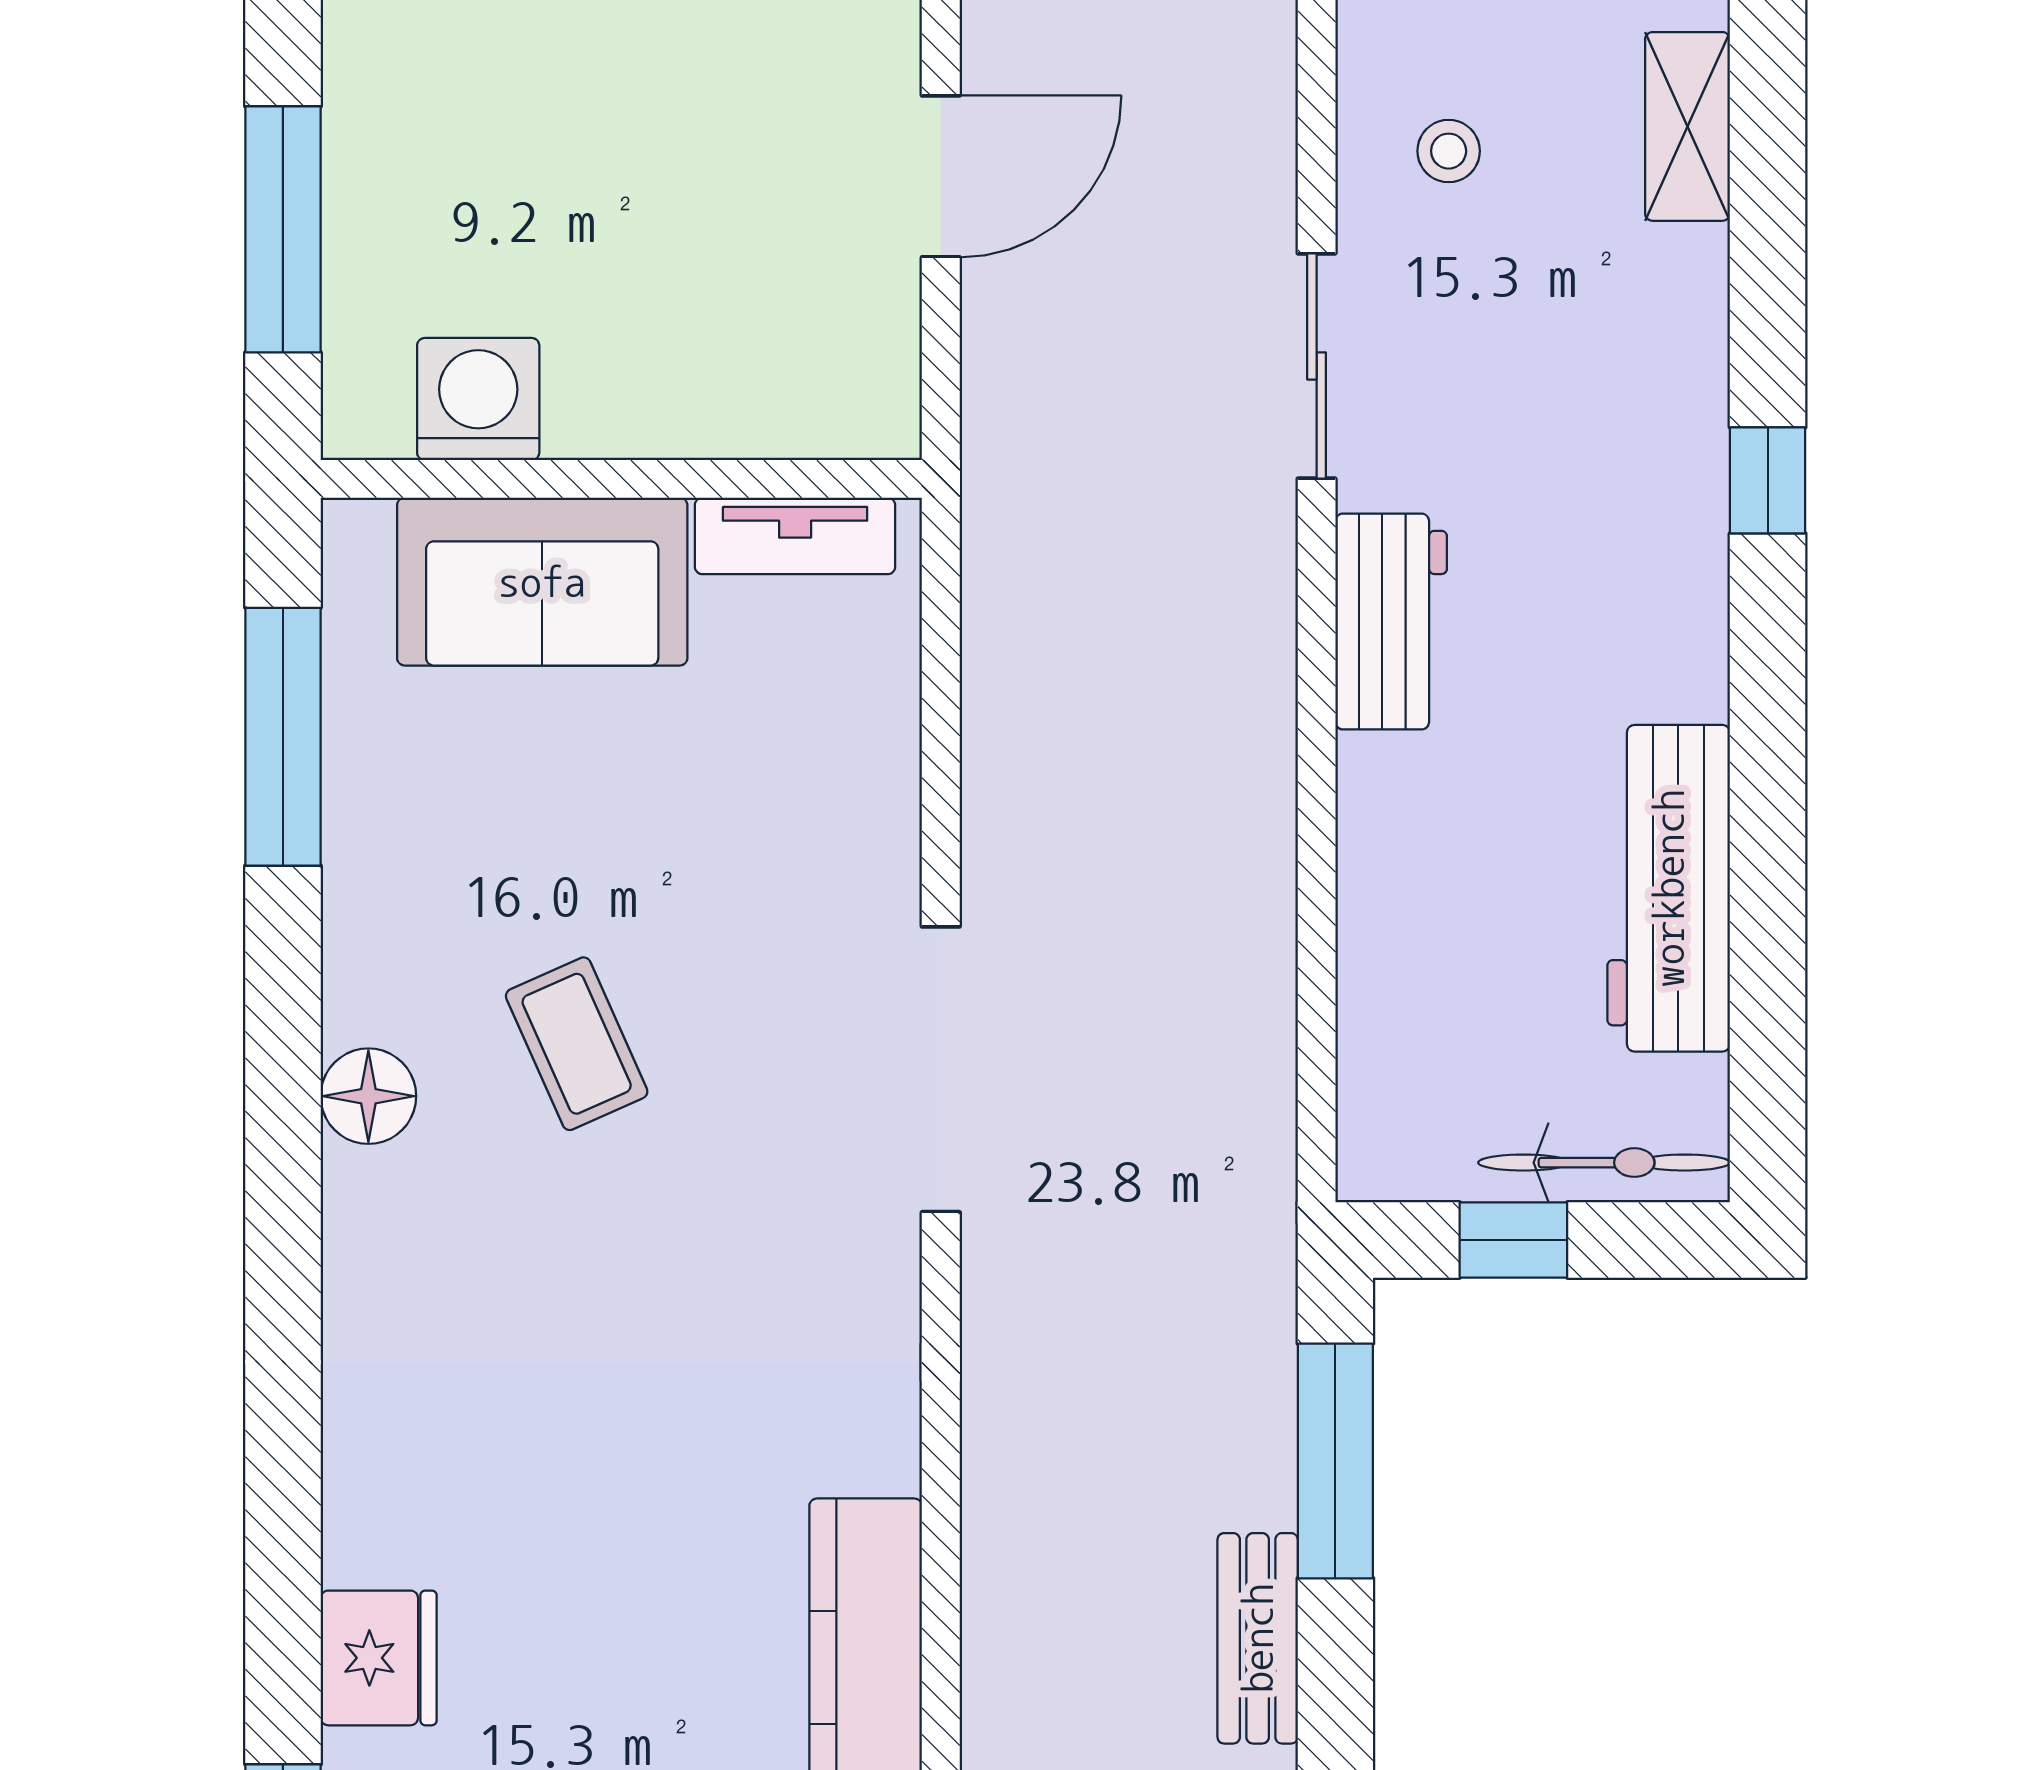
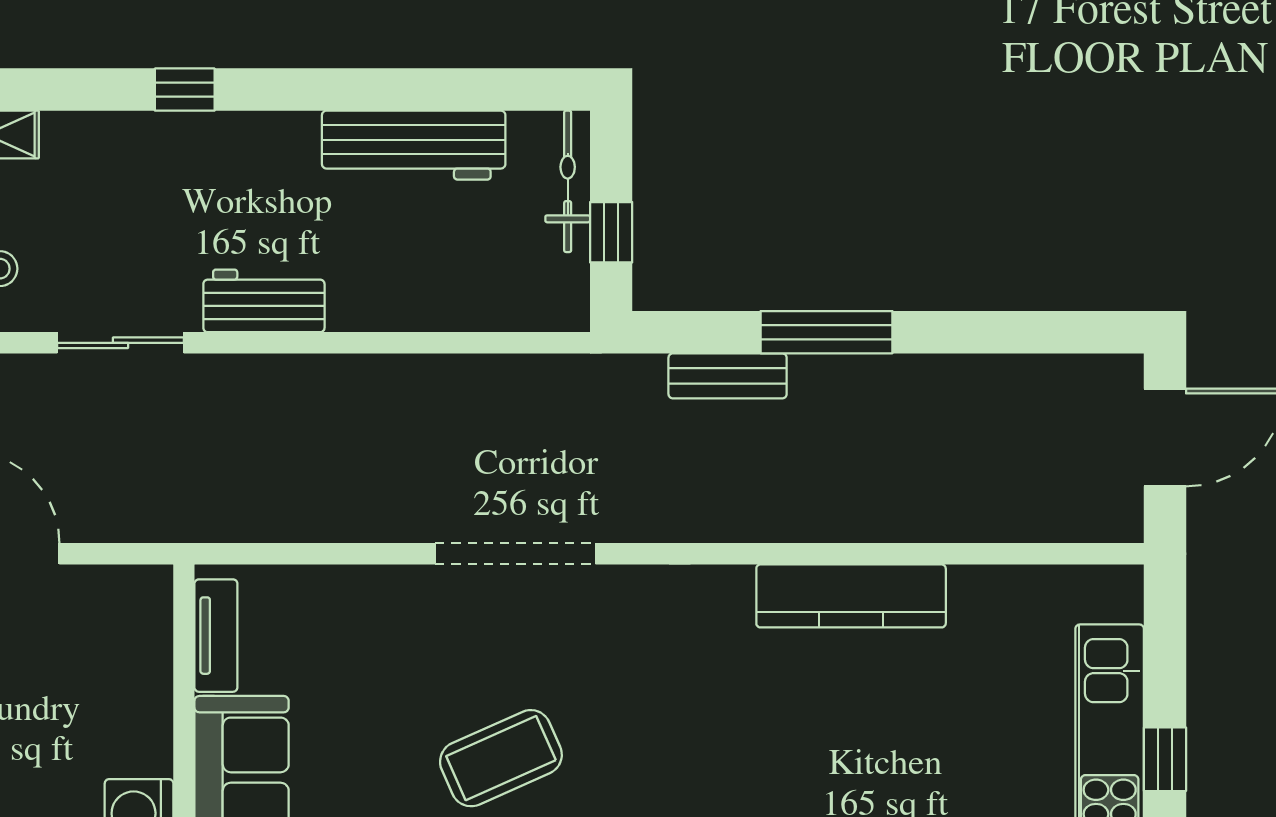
coffee table: (577, 1044) -> (501, 758), width x1.36, depth x1.30
window: (1335, 1461) -> (827, 332), moved
bench: (1258, 1638) -> (728, 376), moved

